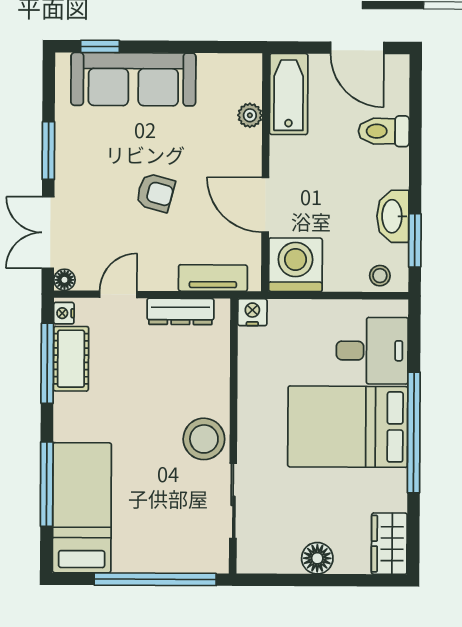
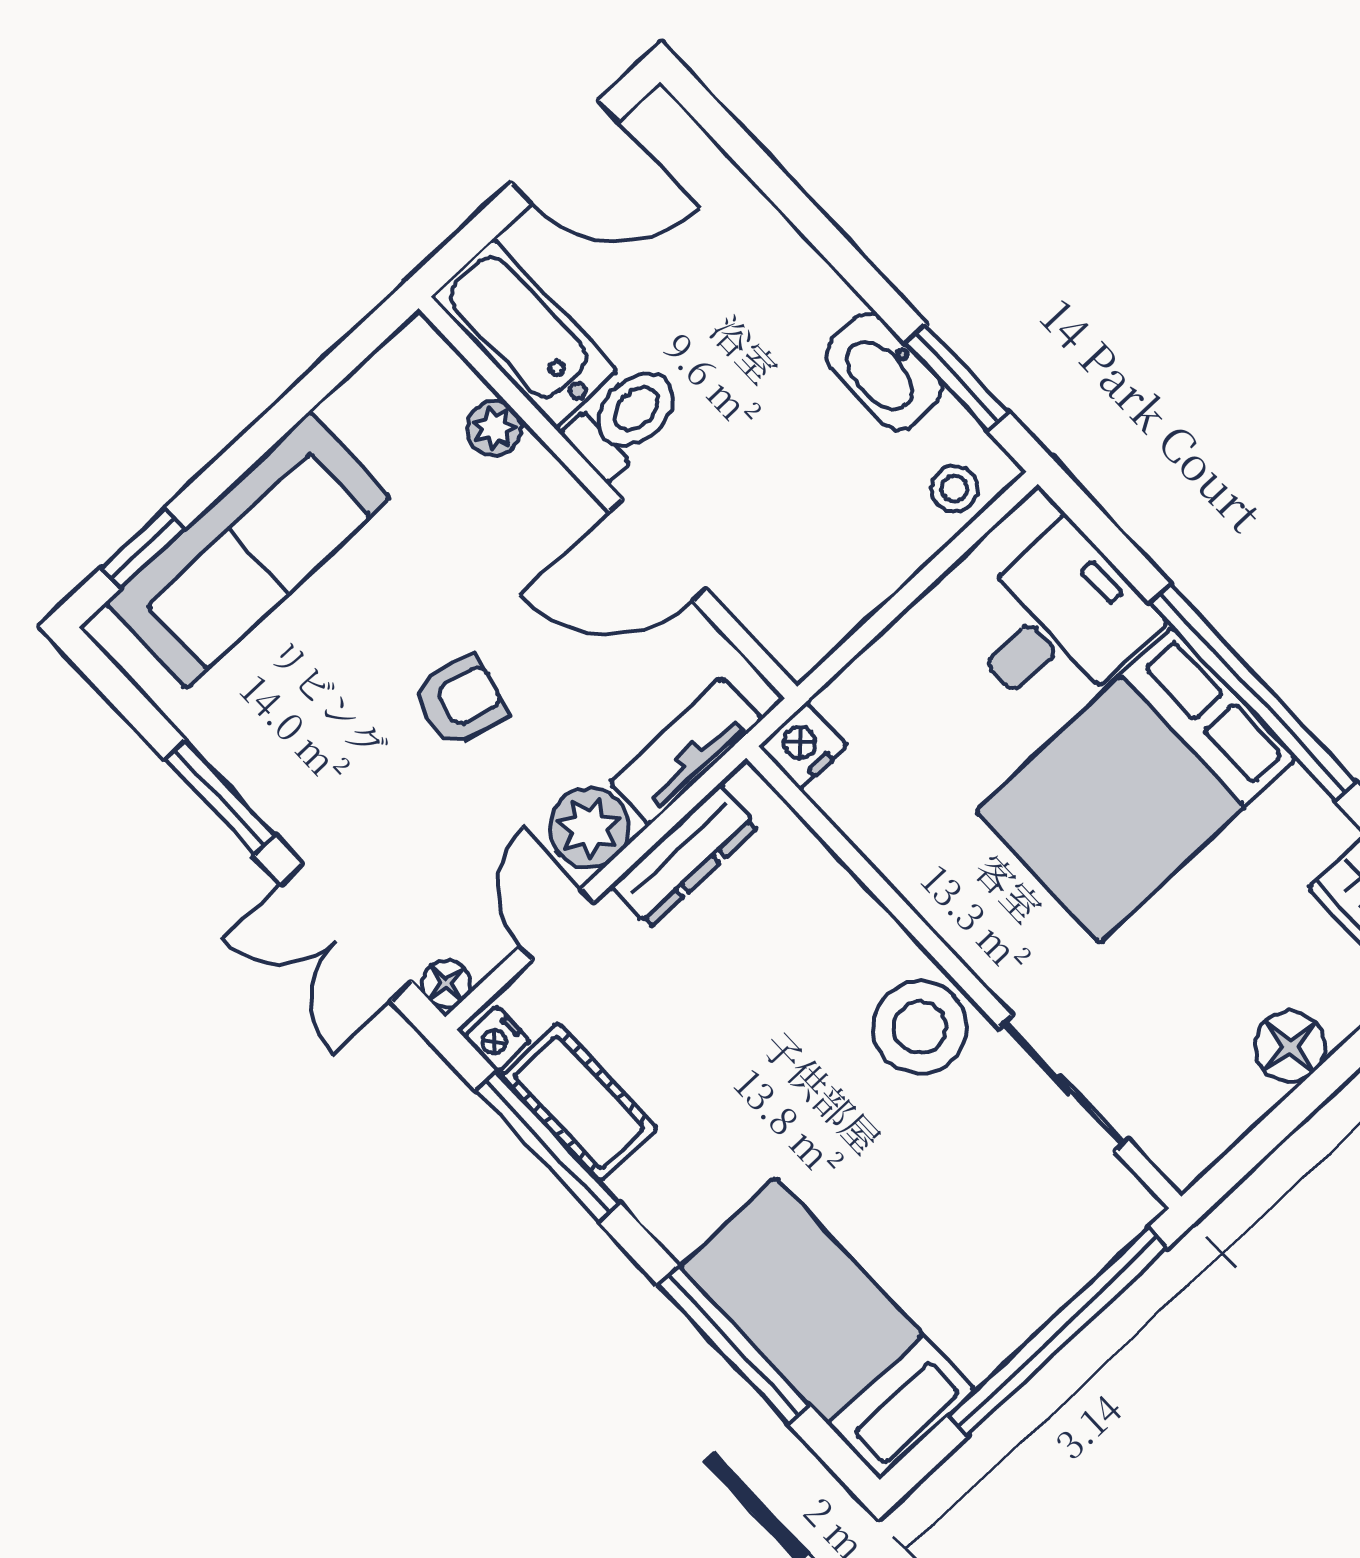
toilet: (384, 131) -> (625, 420), moved, turned 180
washing machine: (295, 265) -> (800, 602), removed
plant: (158, 273) -> (589, 828), added

